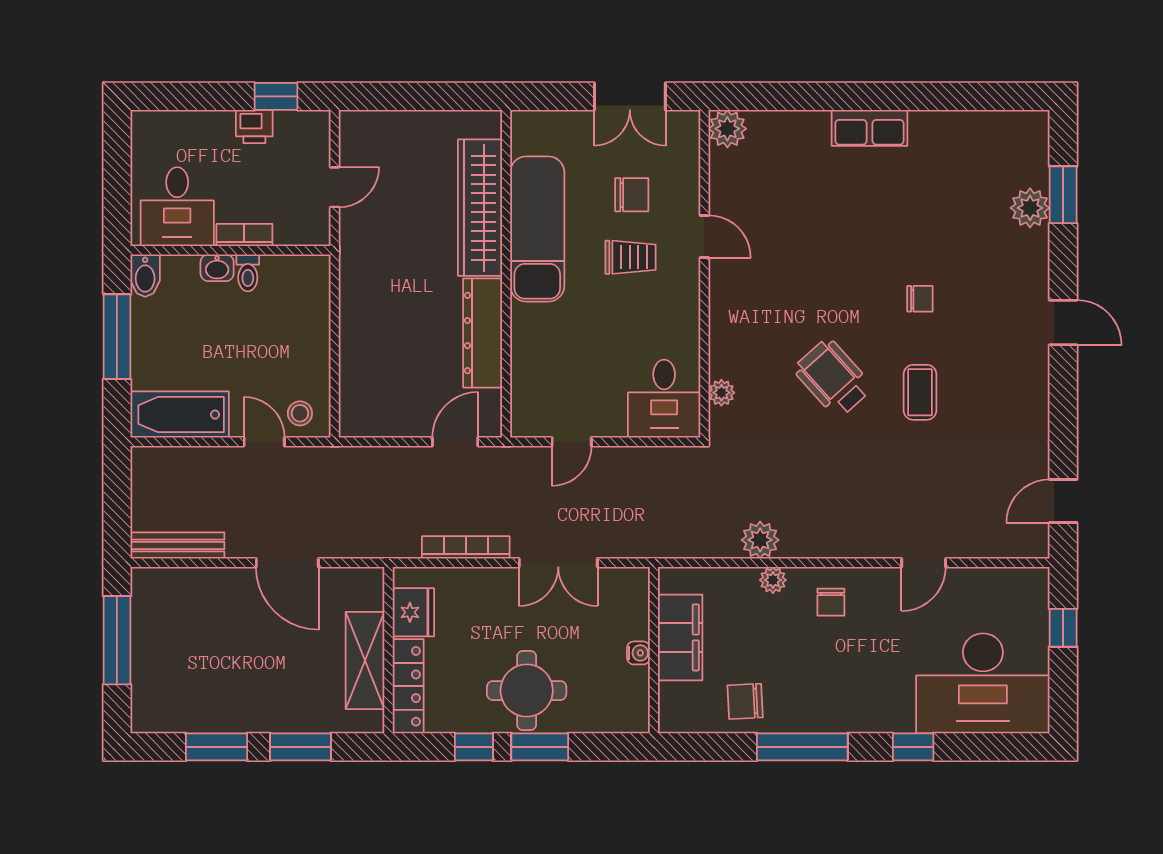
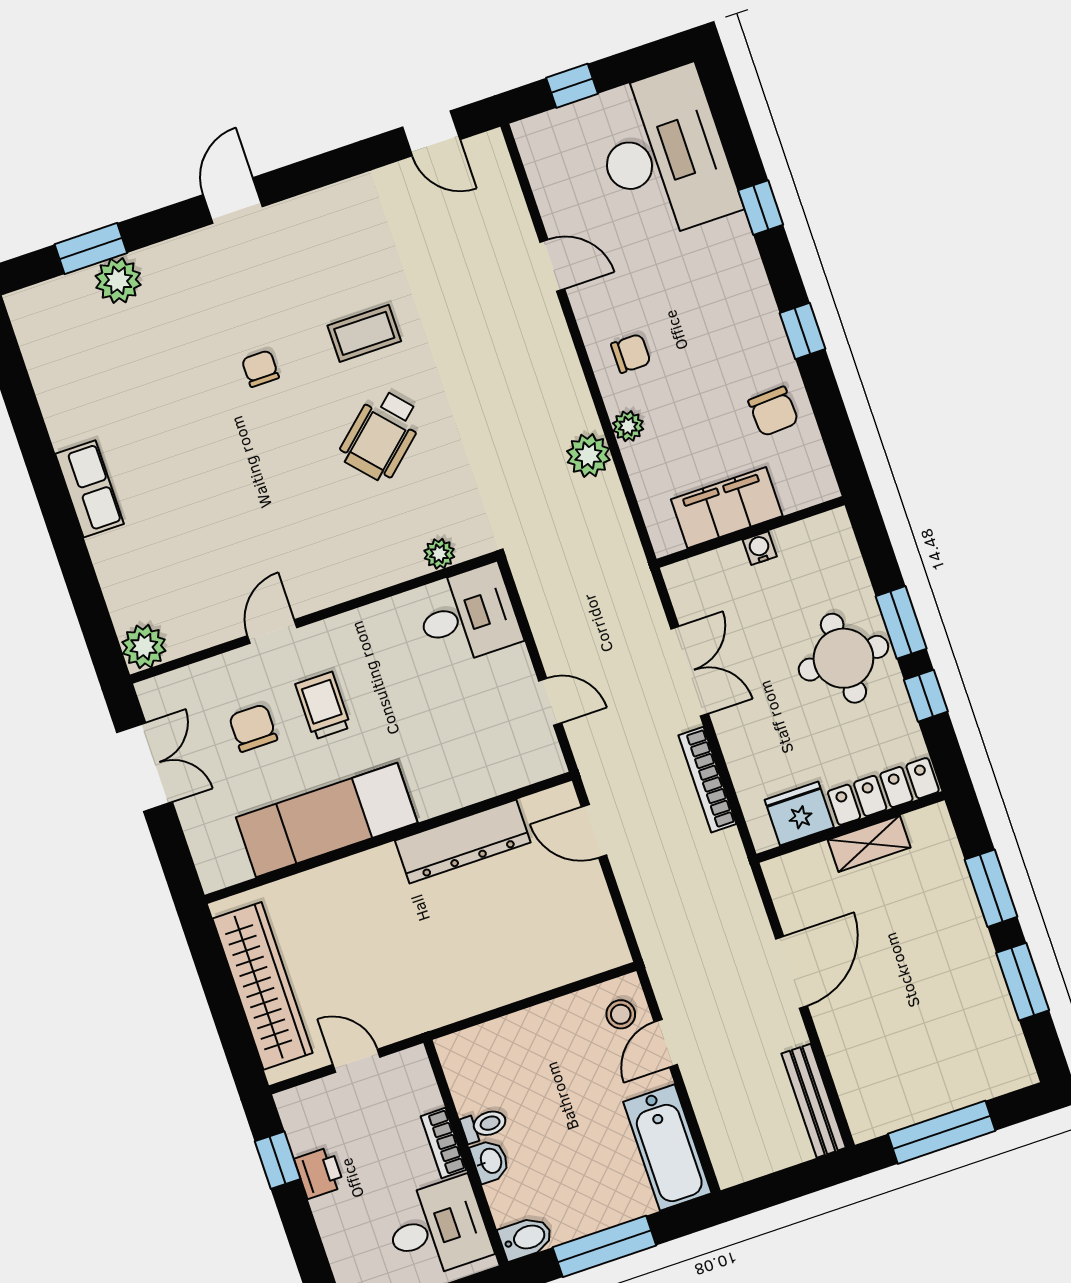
wardrobe: (480, 208) -> (263, 986), moved, turned -90
shelving: (365, 661) -> (869, 844), width x0.67, depth x0.75
window: (802, 747) -> (802, 331), width x0.46

